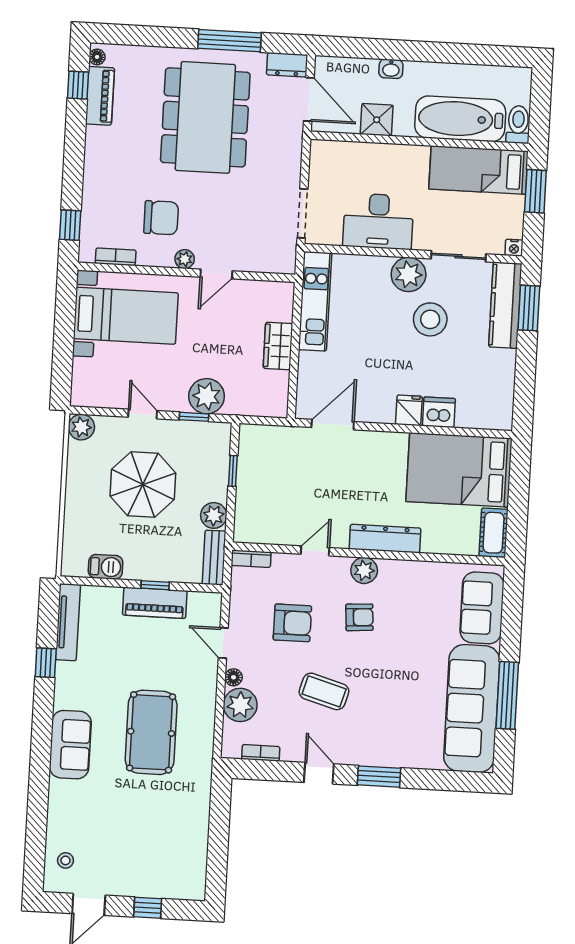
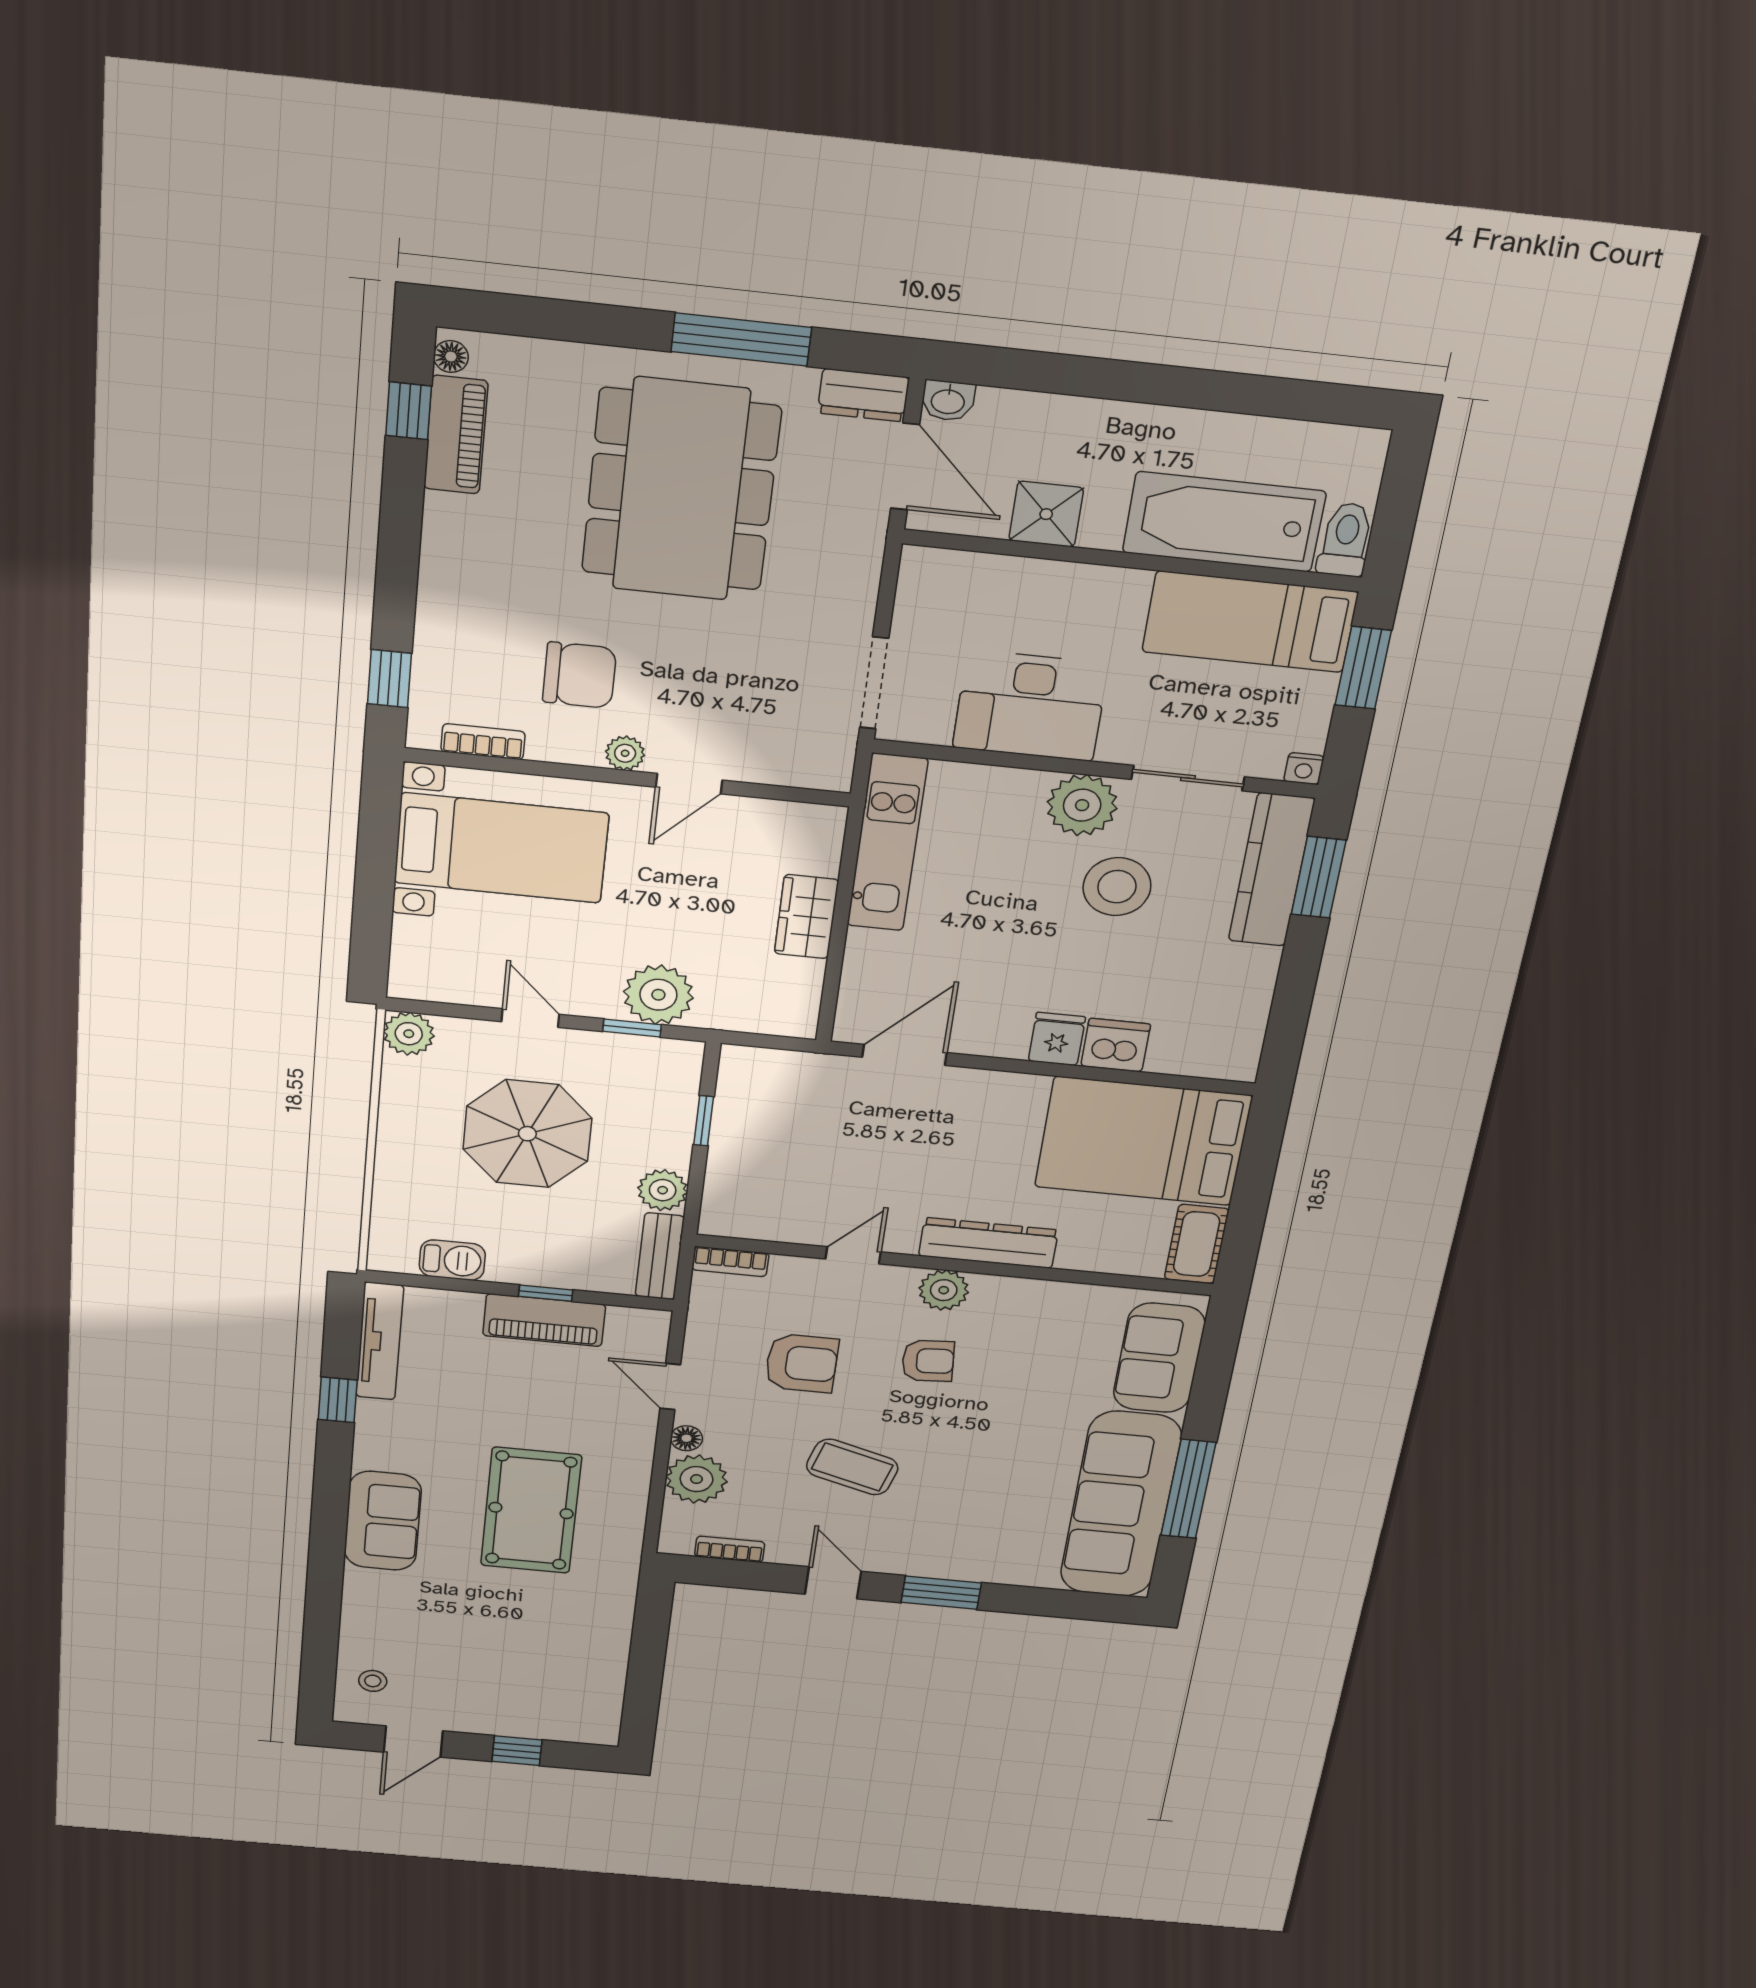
washbasin: (391, 69) -> (948, 401), moved

